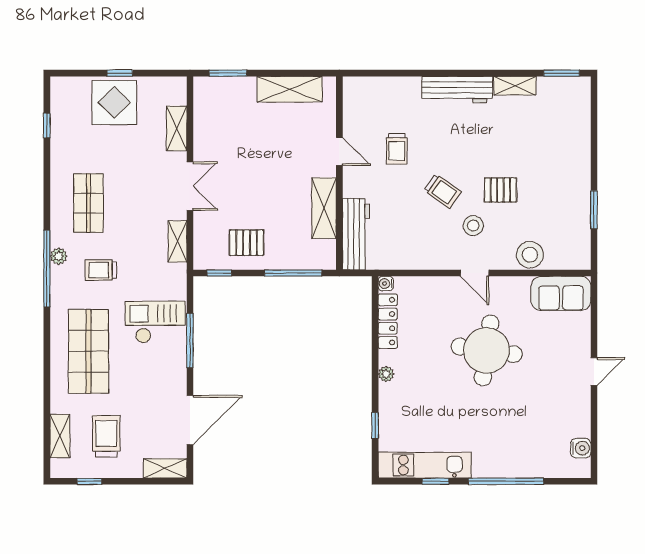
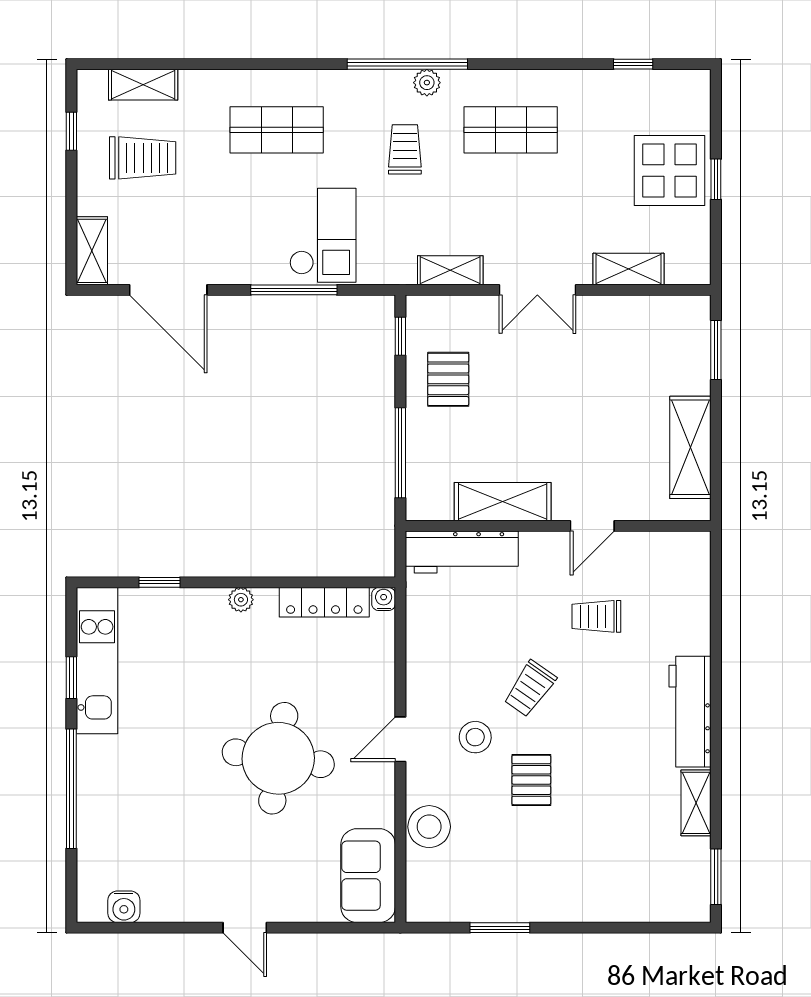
shop shelf: (88, 351) -> (277, 130), width x0.70, depth x0.74

